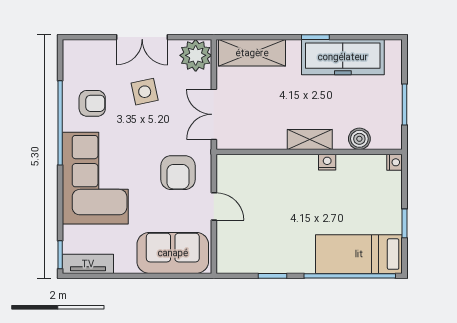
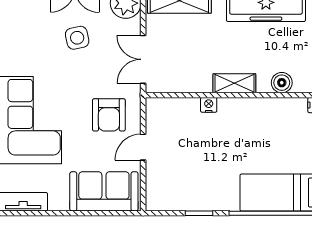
armchair: (92, 103) -> (27, 49), removed
nightstand: (327, 162) -> (209, 105), moved
door: (214, 206) -> (143, 147), swing flipped

